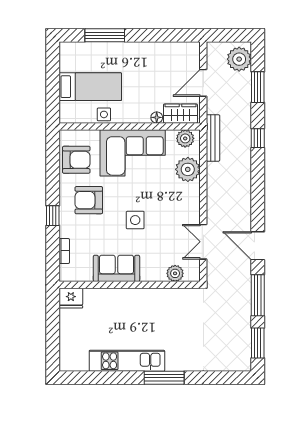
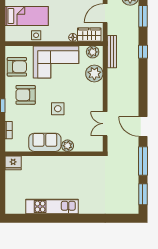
plant: (175, 273) -> (68, 146), moved
window: (164, 378) -> (78, 218), removed

